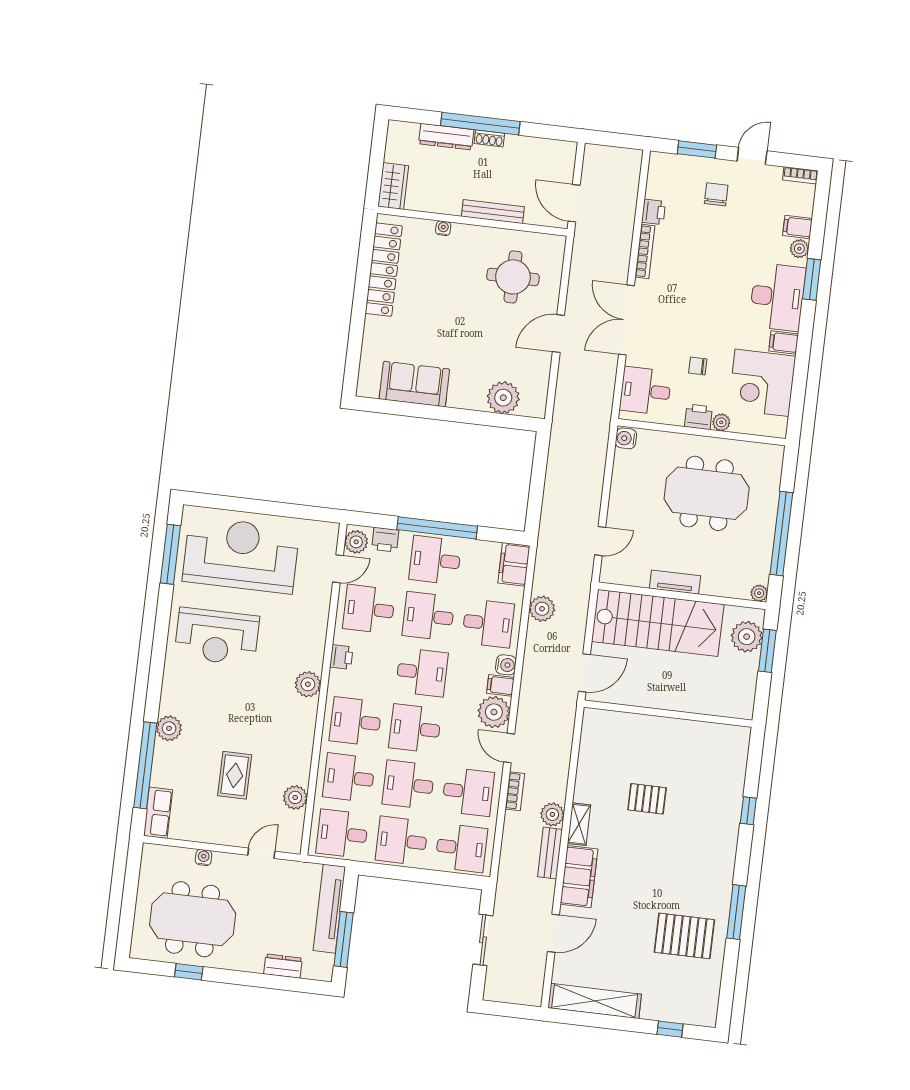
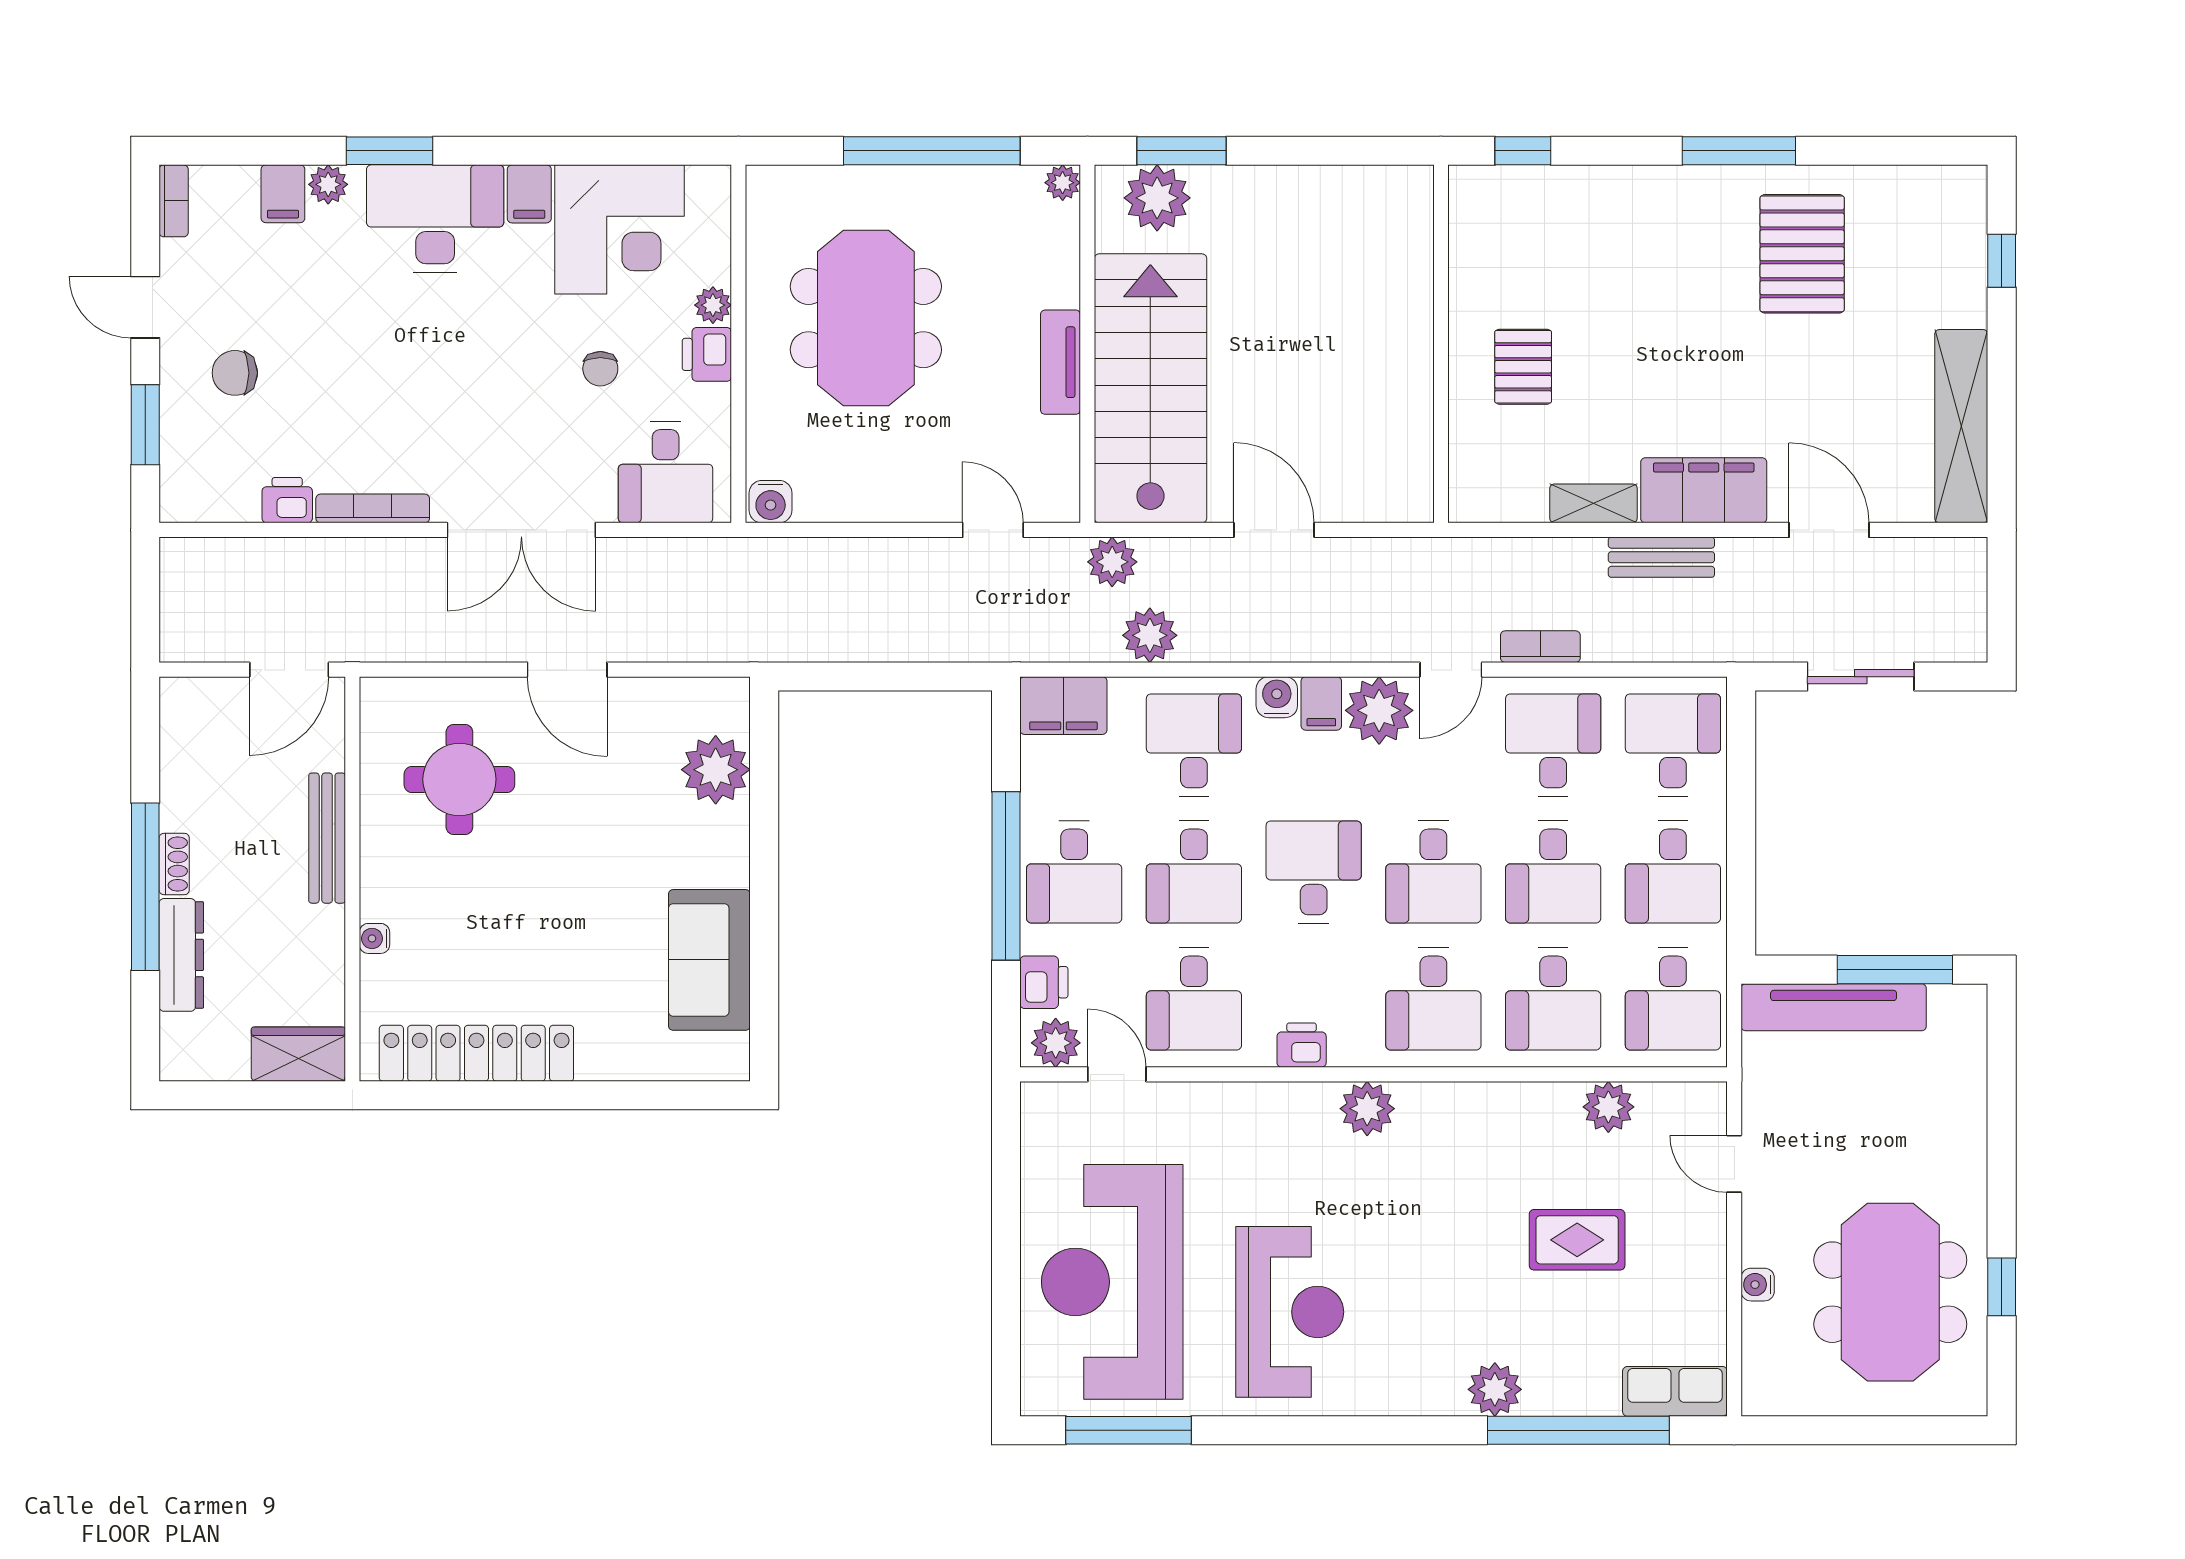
wall: (668, 714) -> (1441, 344), moved
plant: (552, 814) -> (1112, 562), moved
dresser: (283, 966) -> (1966, 1090), removed

